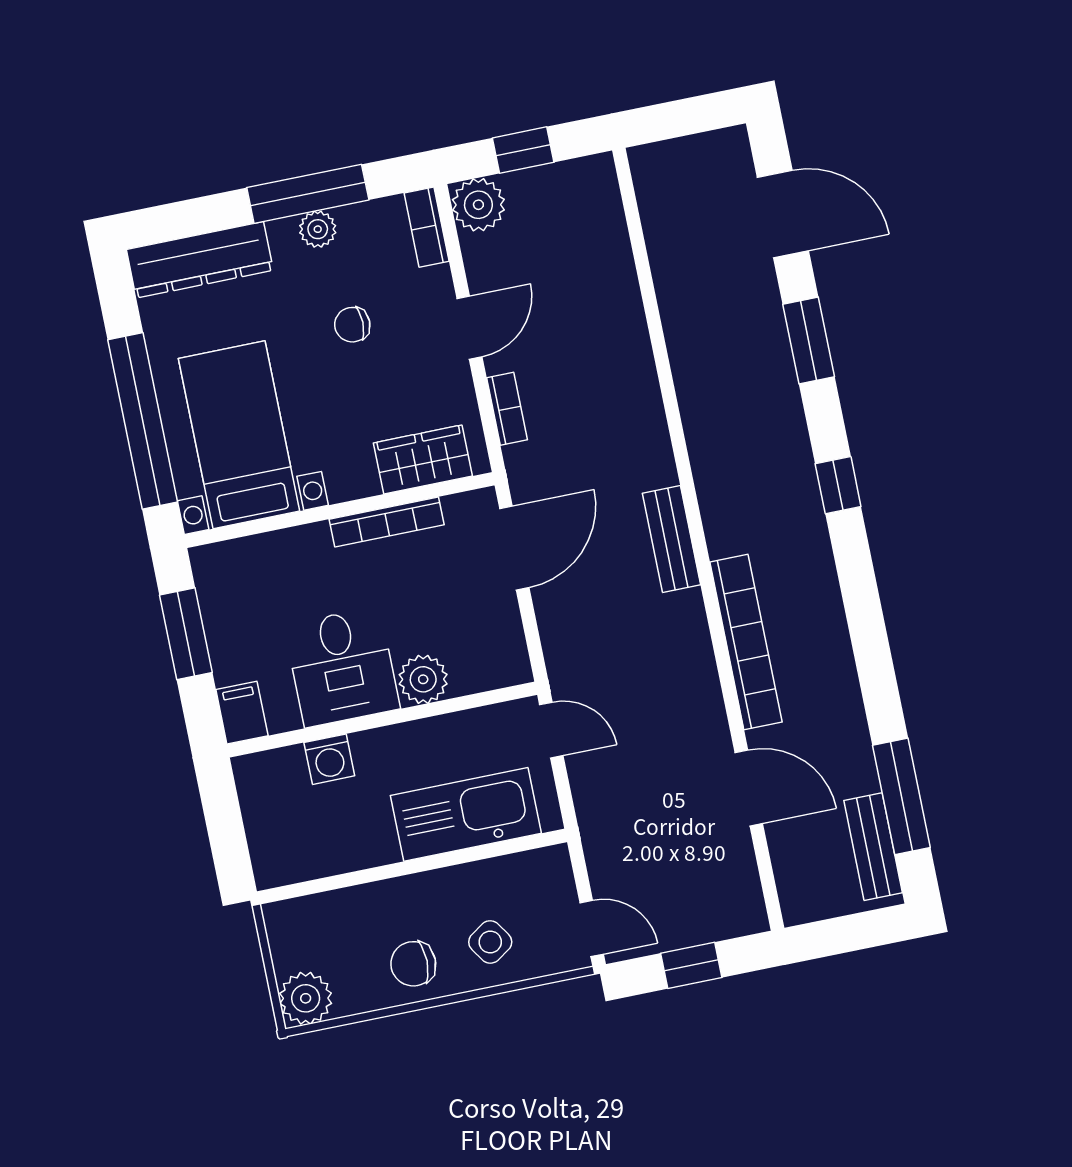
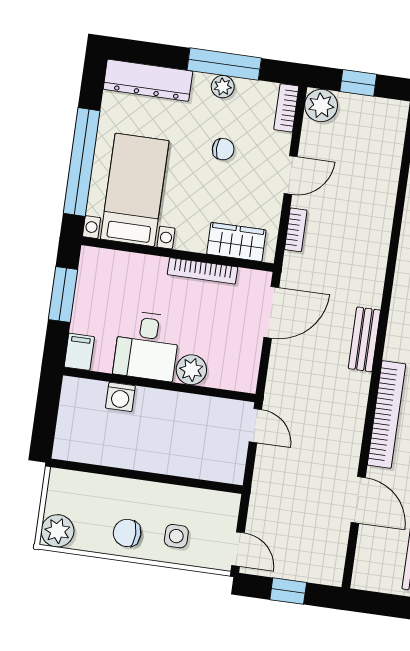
chair: (352, 325) -> (223, 149), turned 180
kitchen sink: (466, 814) -> (188, 457), removed
side table: (490, 942) -> (176, 536), turned 34

